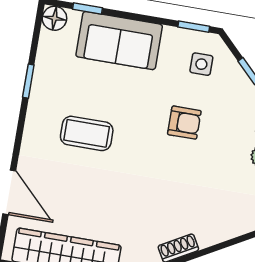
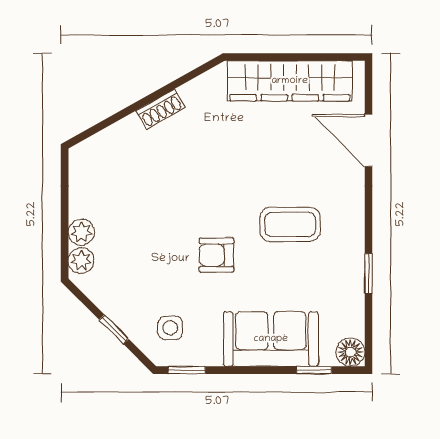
armchair: (184, 123) -> (217, 255), moved

